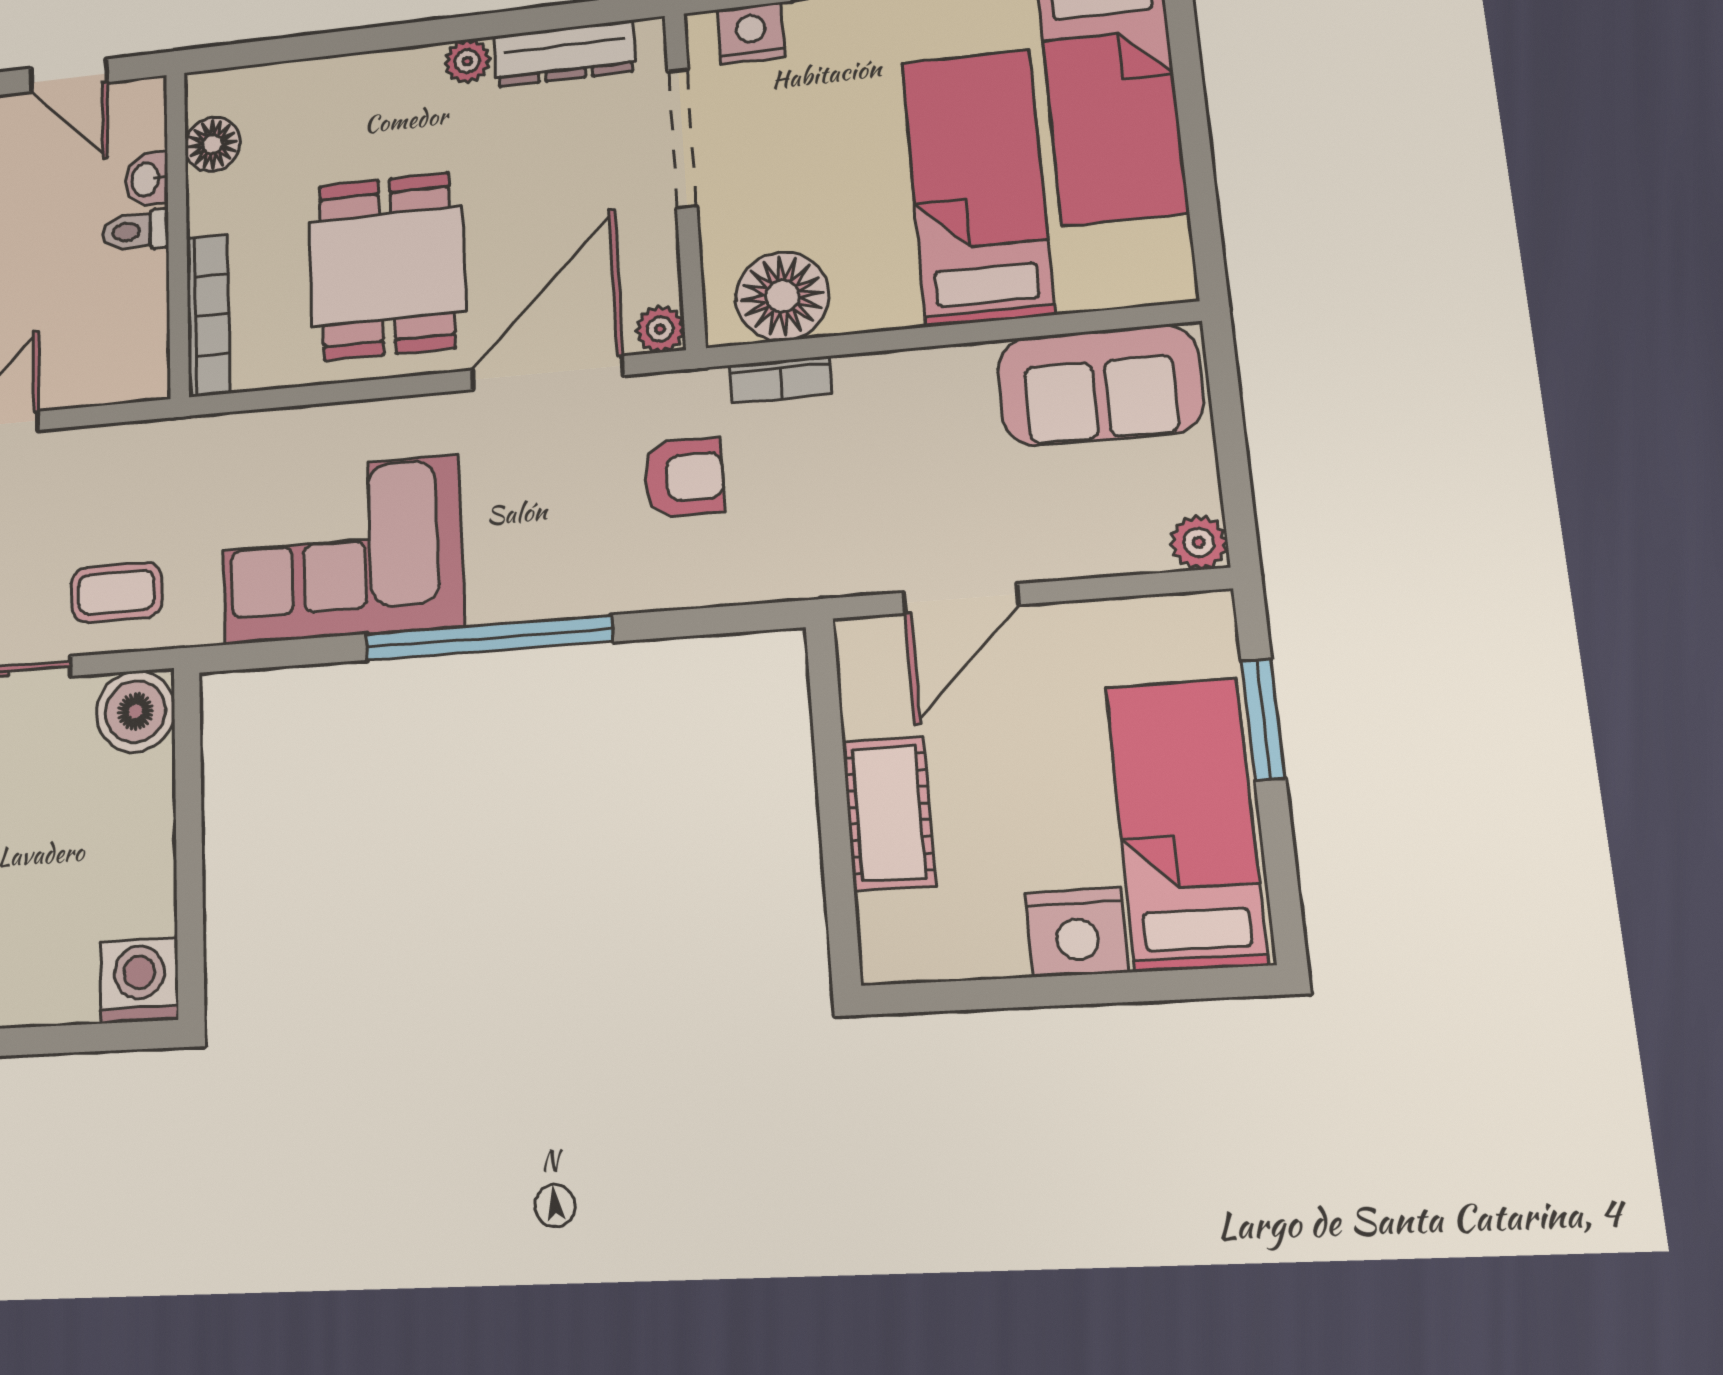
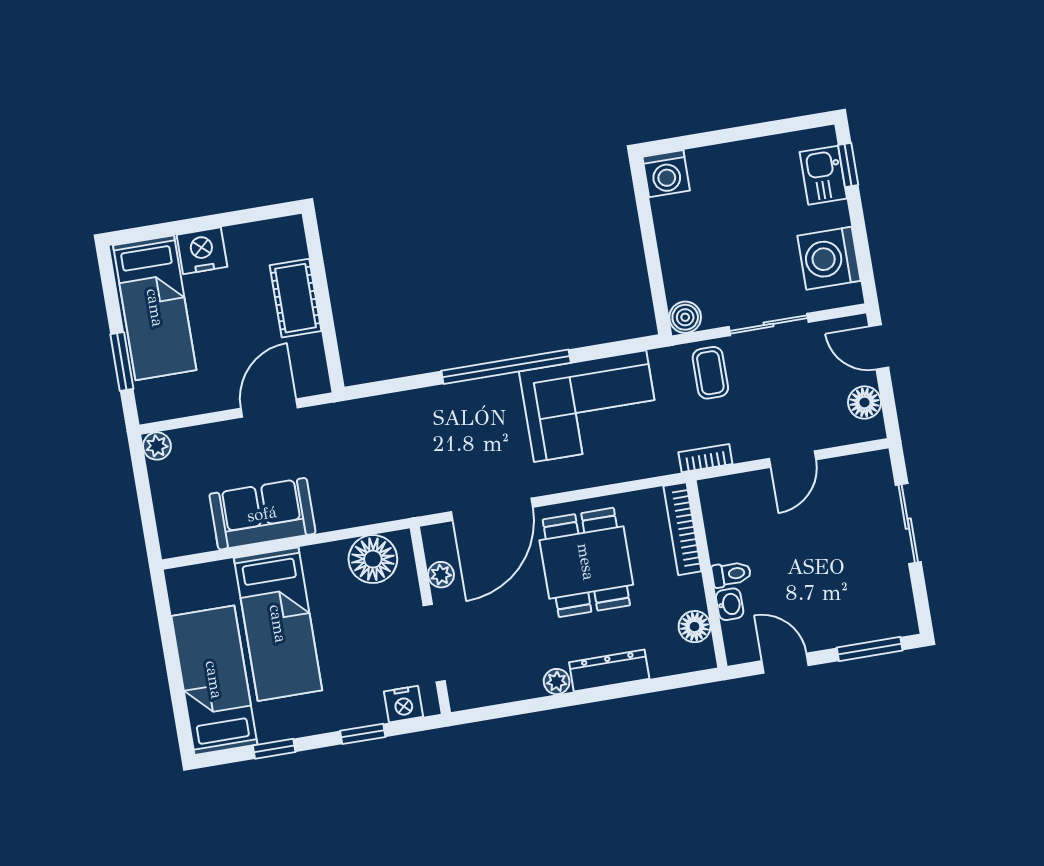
dresser: (564, 54) -> (609, 671), moved
plant: (660, 329) -> (441, 575), moved
bookcase: (781, 380) -> (705, 458), moved
sofa: (1100, 385) -> (262, 514), moved
armchair: (684, 478) -> (414, 459), removed
coffee table: (116, 592) -> (710, 373), turned 90
boiler: (135, 711) -> (685, 317), width x0.73, depth x0.73

